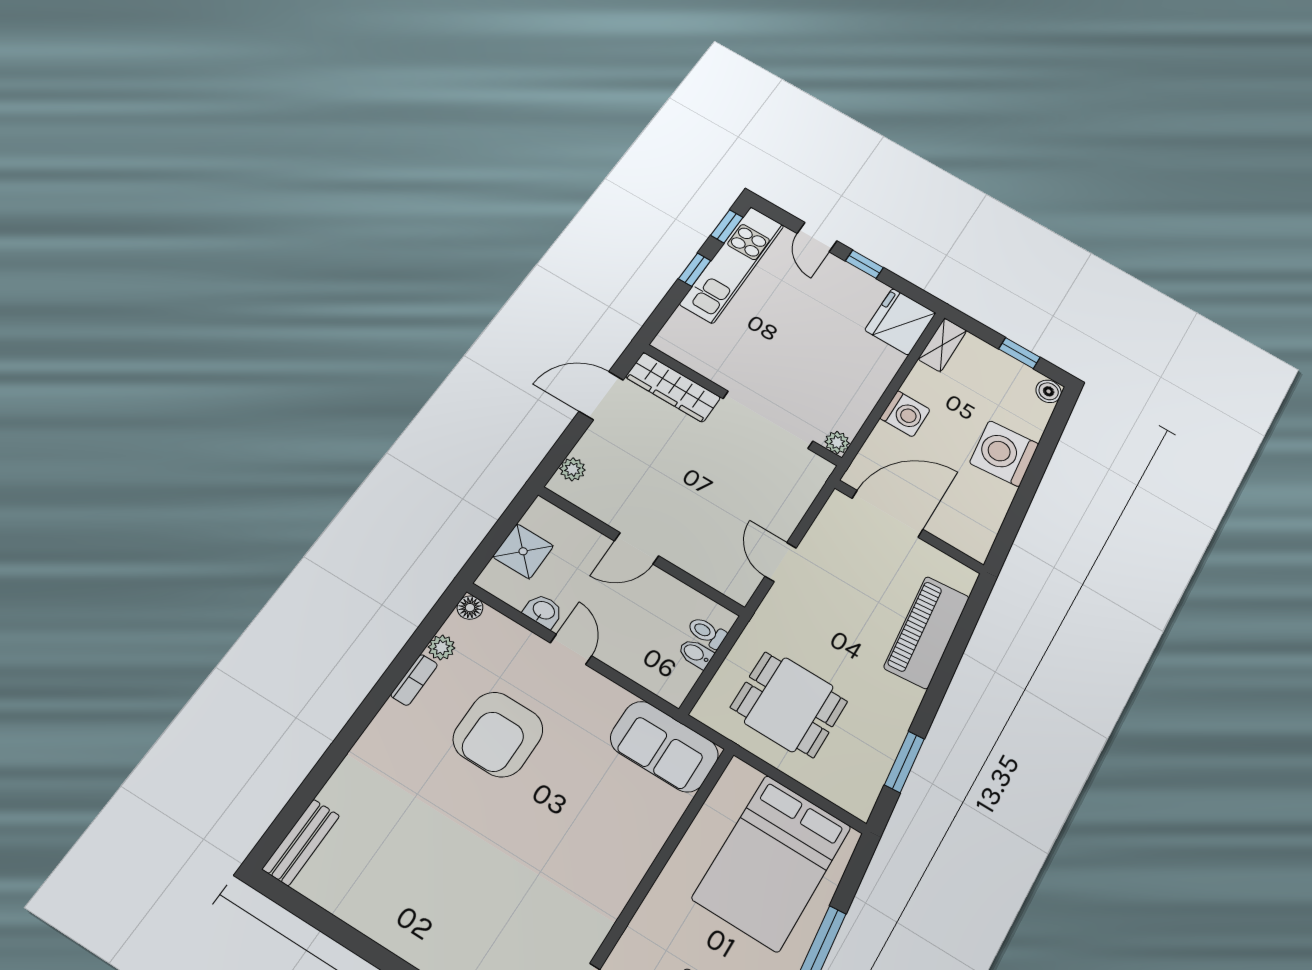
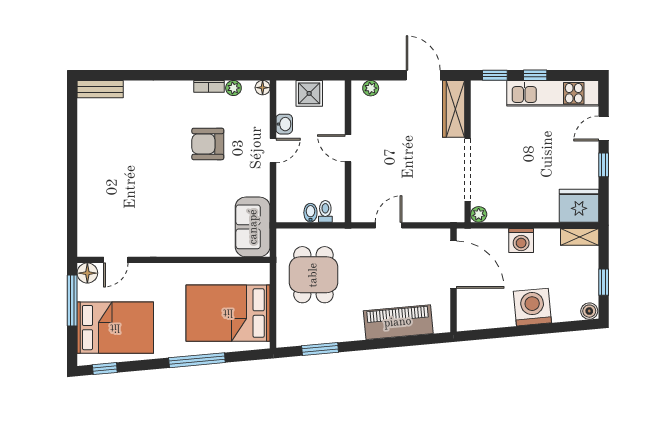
window: (727, 226) -> (495, 75), moved
armchair: (498, 734) -> (208, 144), width x0.73, depth x0.73

